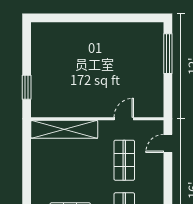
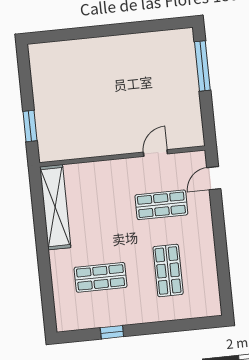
shelving: (64, 129) -> (55, 207), moved, turned 90
shop shelf: (124, 160) -> (161, 205), turned 90

